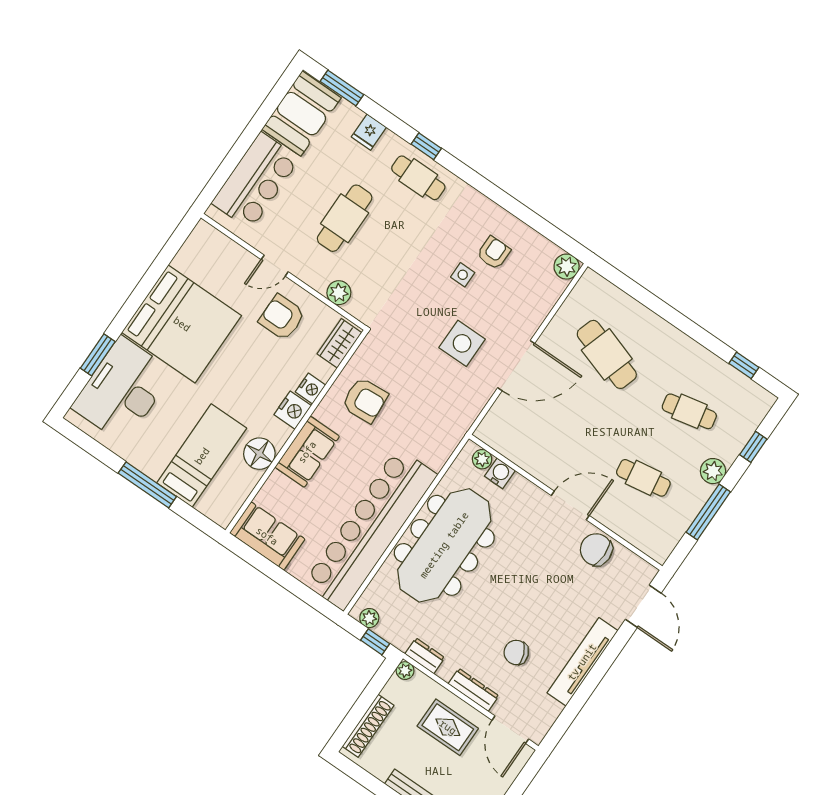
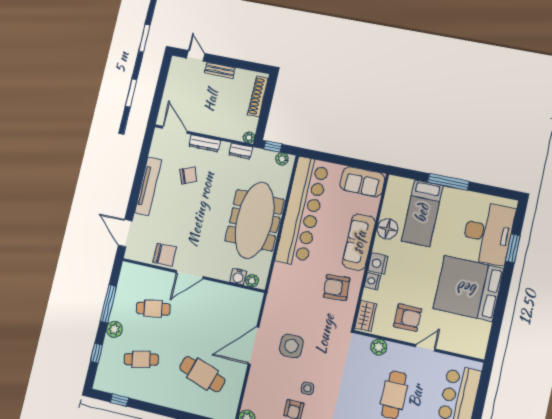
sofa: (307, 452) -> (359, 242), width x1.36
rug: (448, 727) -> (211, 116), removed

